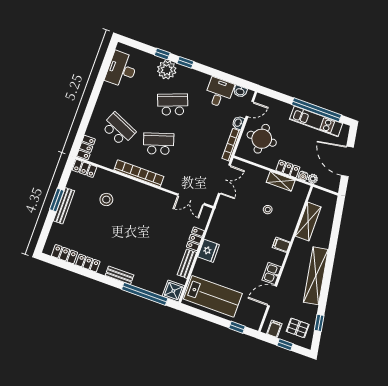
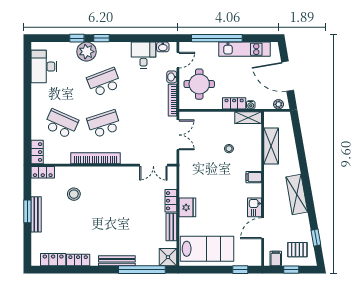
window: (316, 110) -> (217, 38), moved
plant: (313, 179) -> (278, 104), moved
shelving: (281, 181) -> (248, 118), moved
bench: (119, 275) -> (117, 261), width x1.36
shelving: (316, 276) -> (297, 194), width x0.68

